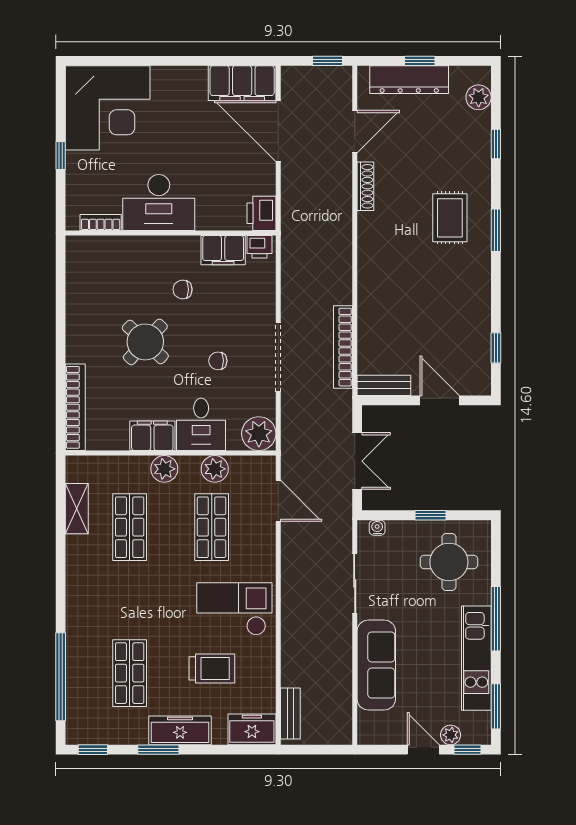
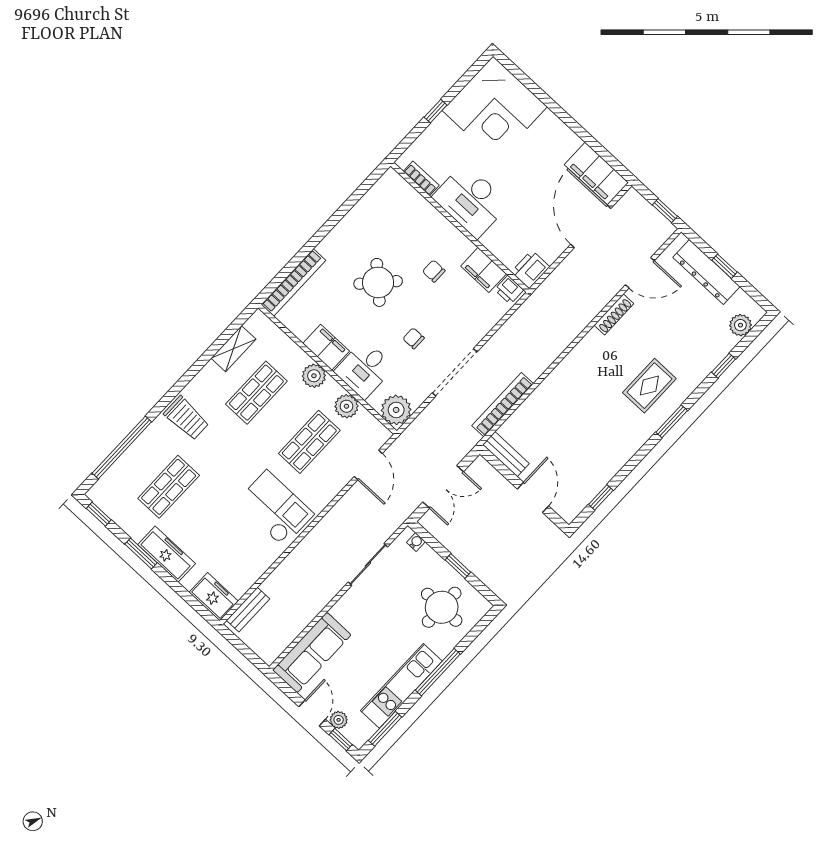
sofa: (376, 665) -> (312, 652), moved
trolley: (212, 668) -> (186, 418), moved

